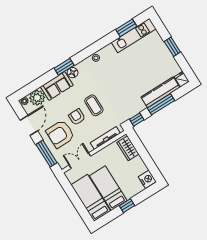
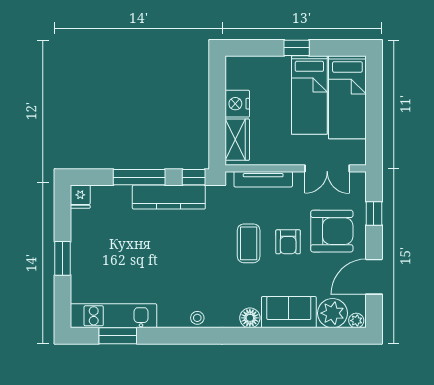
window: (64, 67) -> (258, 336), removed
kitchen counter: (160, 92) -> (169, 197), moved
window: (47, 154) -> (374, 213), width x0.46
nightstand: (147, 179) -> (237, 104), moved

